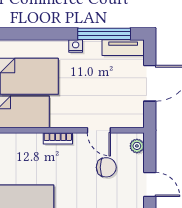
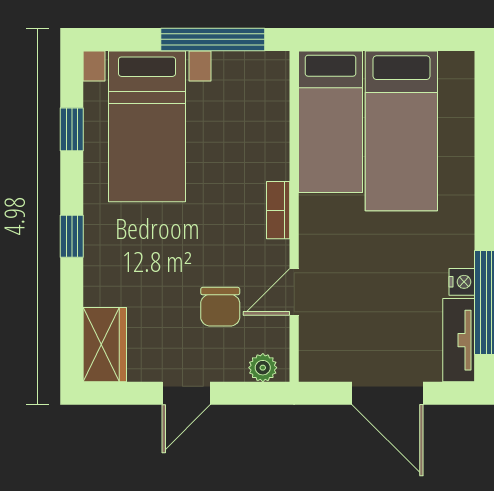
nightstand: (76, 46) -> (462, 282), moved

